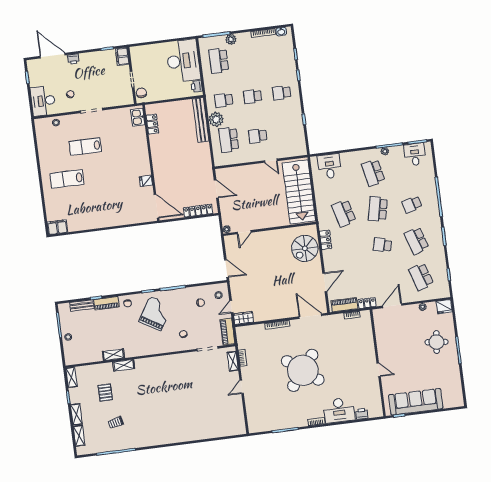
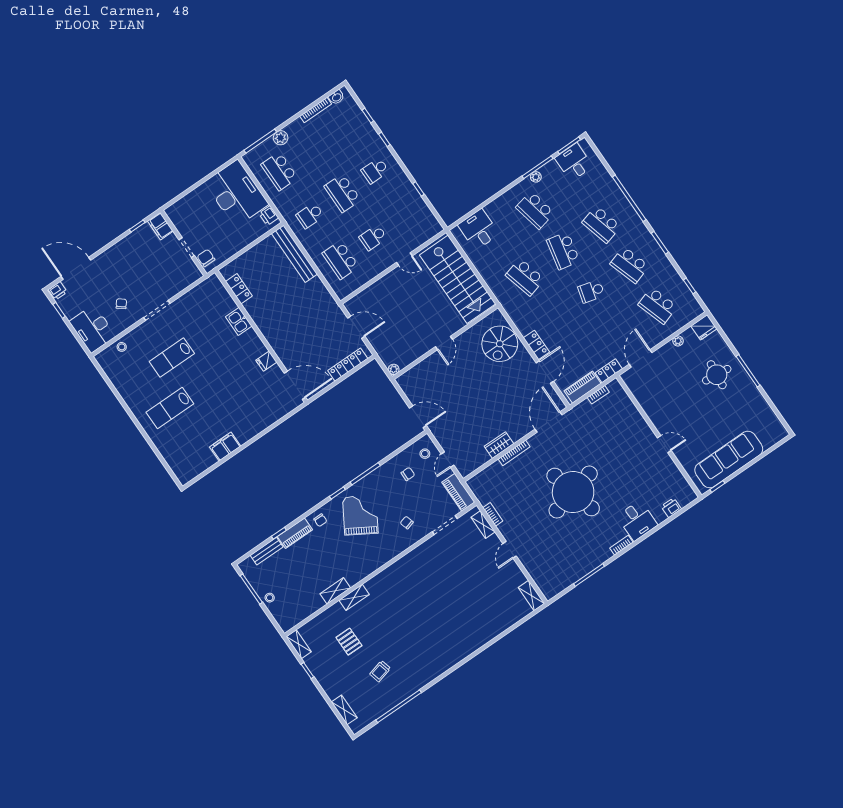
printer: (73, 59) -> (58, 291), moved
school desk: (253, 96) -> (342, 193), width x1.85
kitchen sink: (138, 117) -> (239, 321), moved
plant: (216, 119) -> (313, 244), removed
school desk: (412, 205) -> (601, 224), width x1.85
filing cabinet: (57, 227) -> (225, 447), moved
door: (244, 232) -> (444, 343), moved
locker: (326, 240) -> (536, 345), moved
door: (310, 316) -> (549, 422), hinge flipped
wardrobe: (244, 318) -> (499, 445), moved
round table: (303, 370) -> (573, 492), turned 38
desk: (339, 410) -> (637, 521), width x0.73
shelving: (76, 414) -> (531, 595), moved

